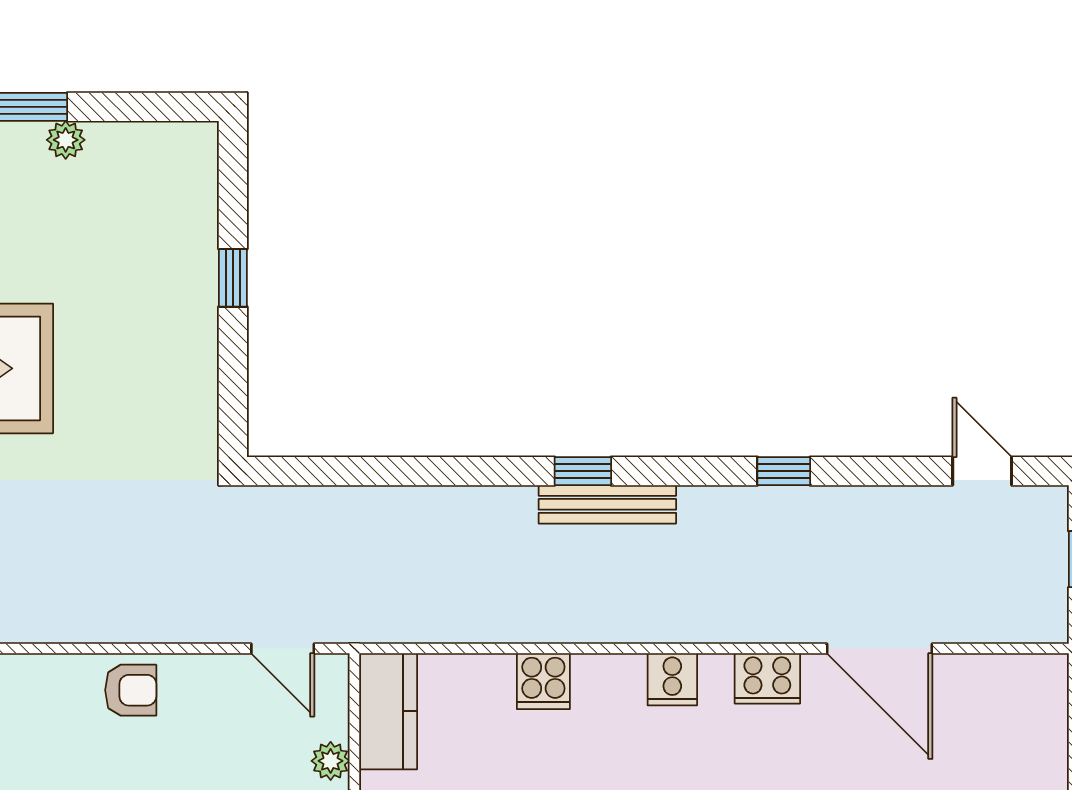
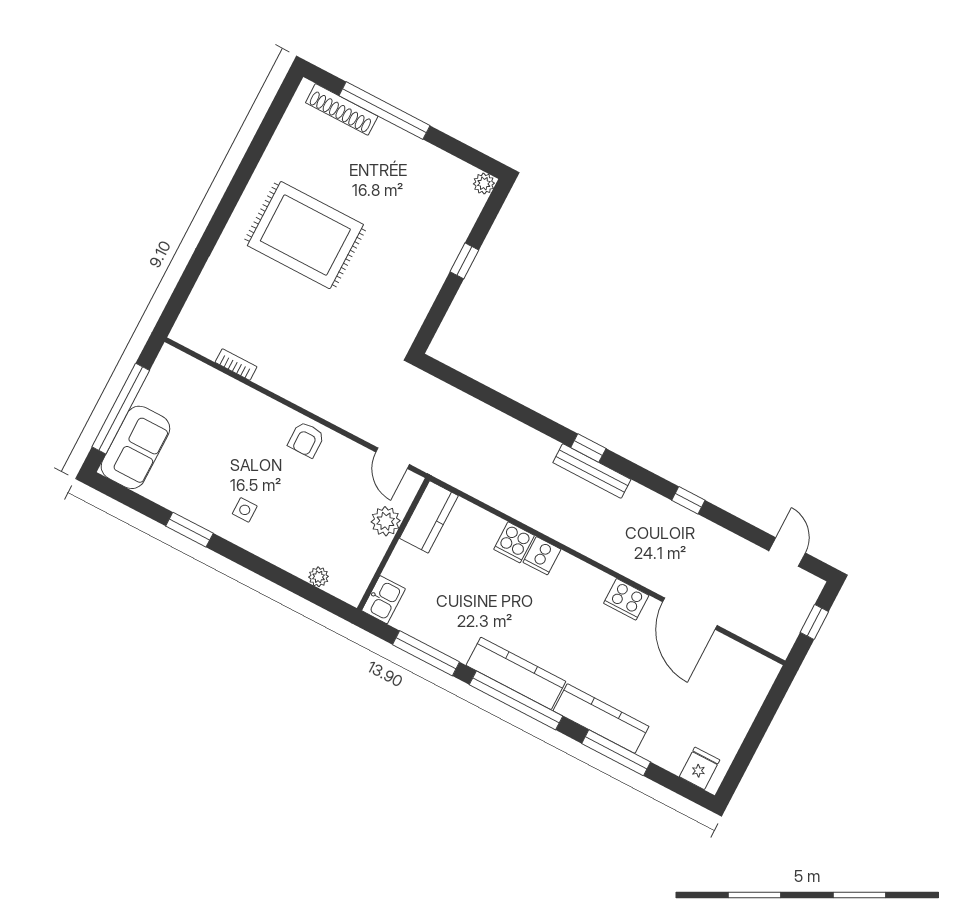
plant: (66, 140) -> (484, 184), moved
cooker: (672, 679) -> (542, 556), moved
armchair: (131, 690) -> (306, 439), turned 90
plant: (331, 761) -> (386, 521), width x1.38, depth x1.38

